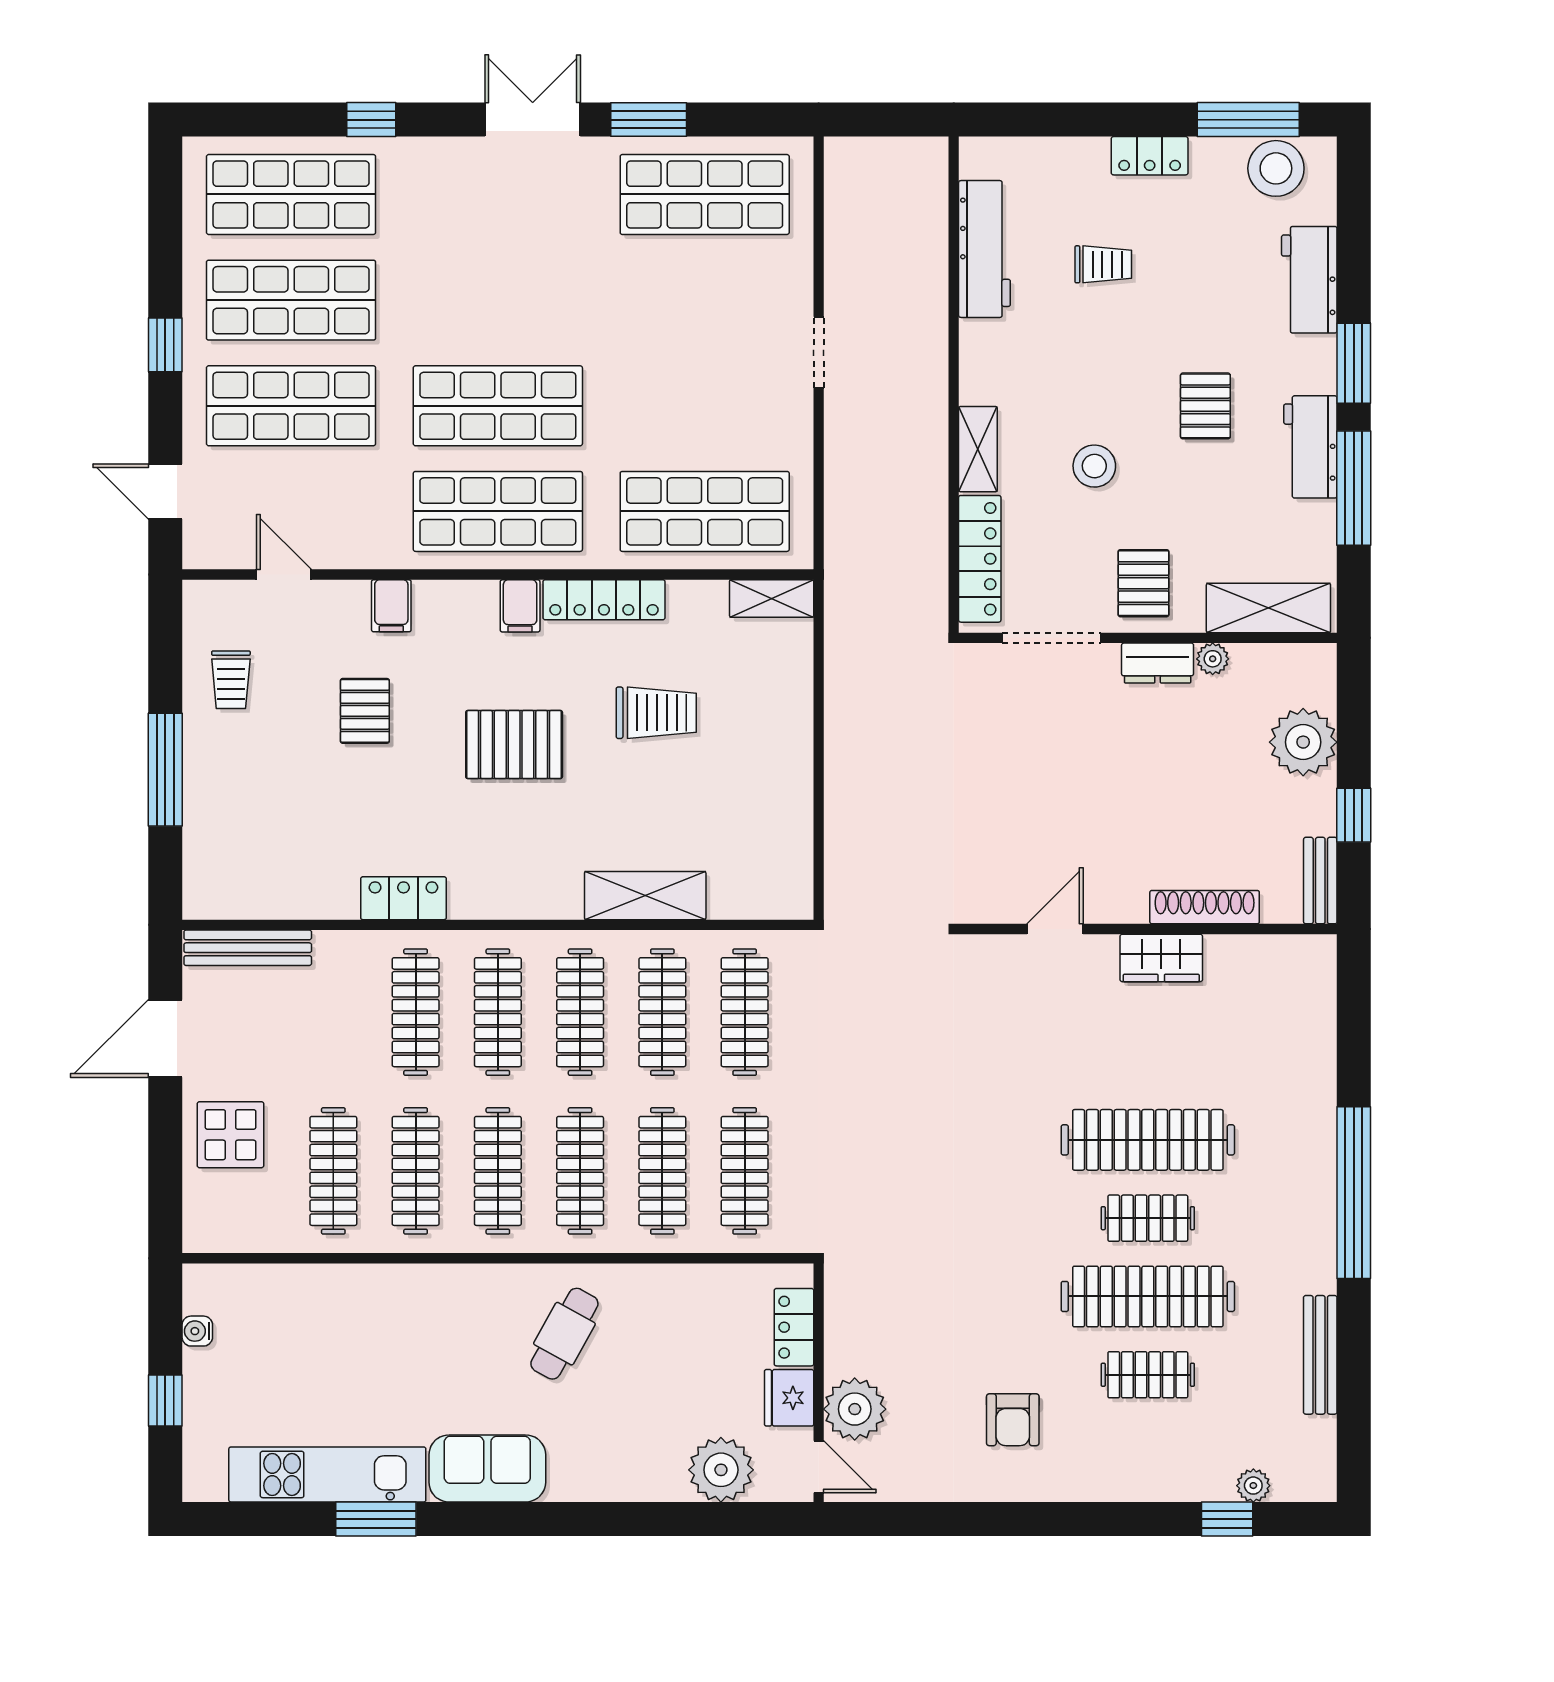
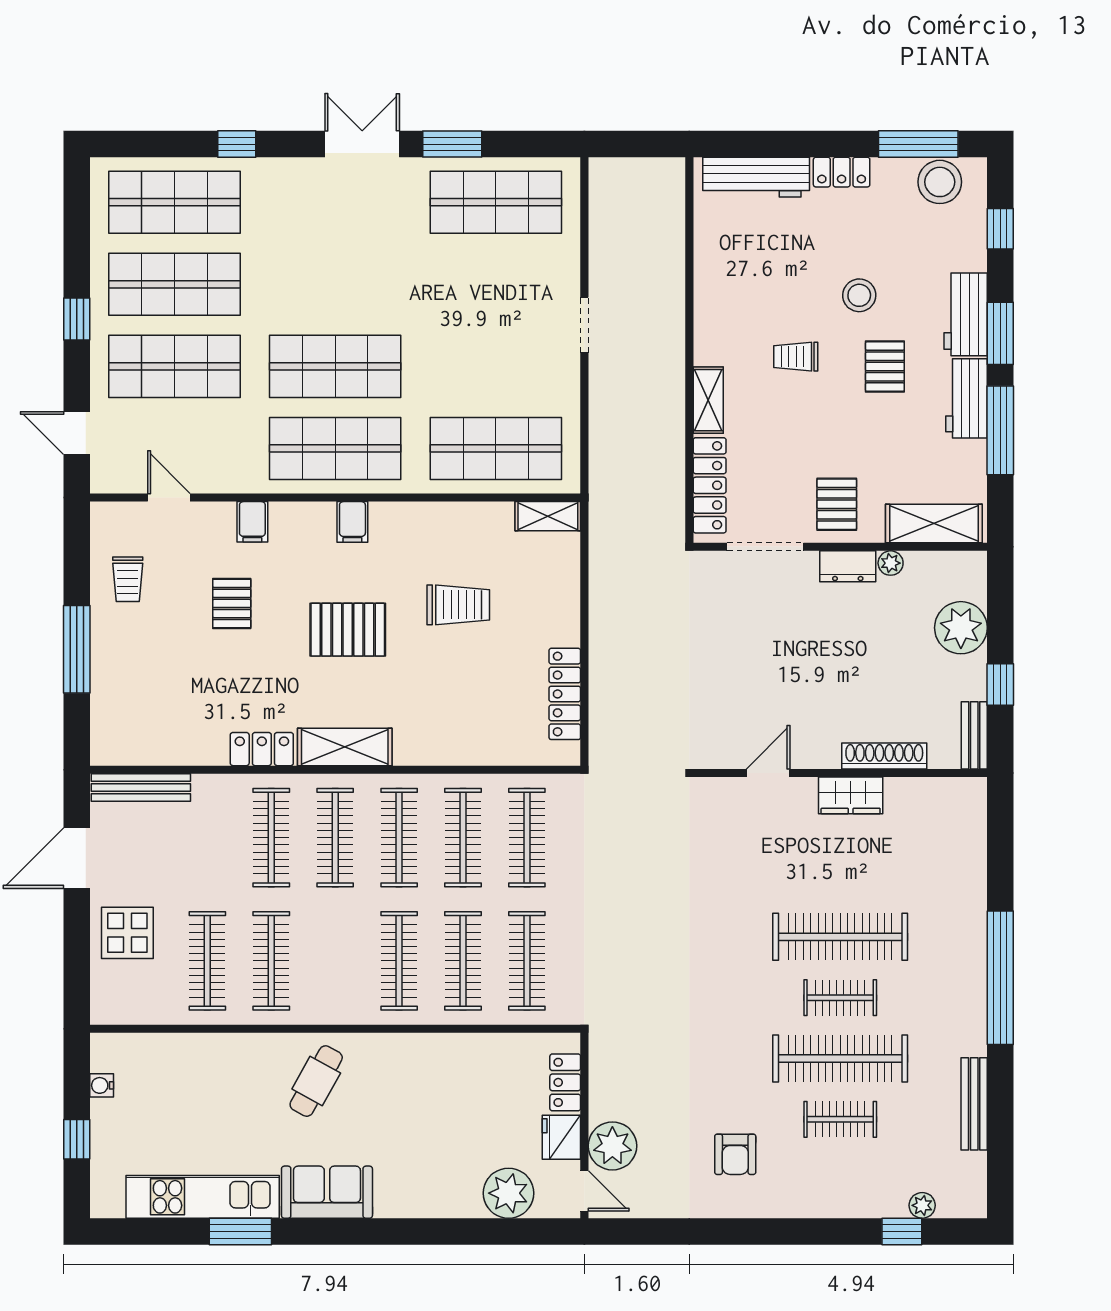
window: (1354, 229) -> (1000, 229), added
workbench: (984, 249) -> (756, 177), moved, turned 90
trolley: (1103, 264) -> (796, 357), moved, turned 180
workbench: (1309, 280) -> (966, 314), moved
stool: (1094, 466) -> (859, 295), moved
locker: (604, 600) -> (565, 694), moved, turned 90
shelving: (645, 896) -> (345, 747), moved
clothes rail: (498, 1171) -> (335, 961), removed
cafe table: (564, 1334) -> (316, 1081), moved

